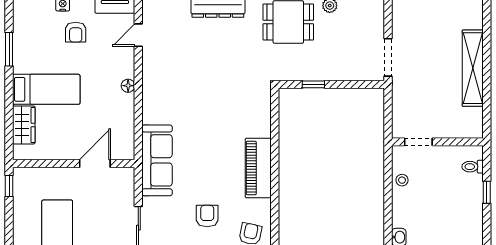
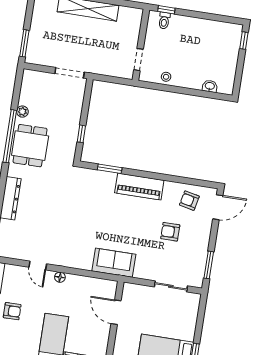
door: (138, 35) -> (38, 266), moved
window: (275, 127) -> (110, 169), added
sofa: (157, 160) -> (114, 263), width x0.73
window: (487, 192) -> (166, 10), moved

